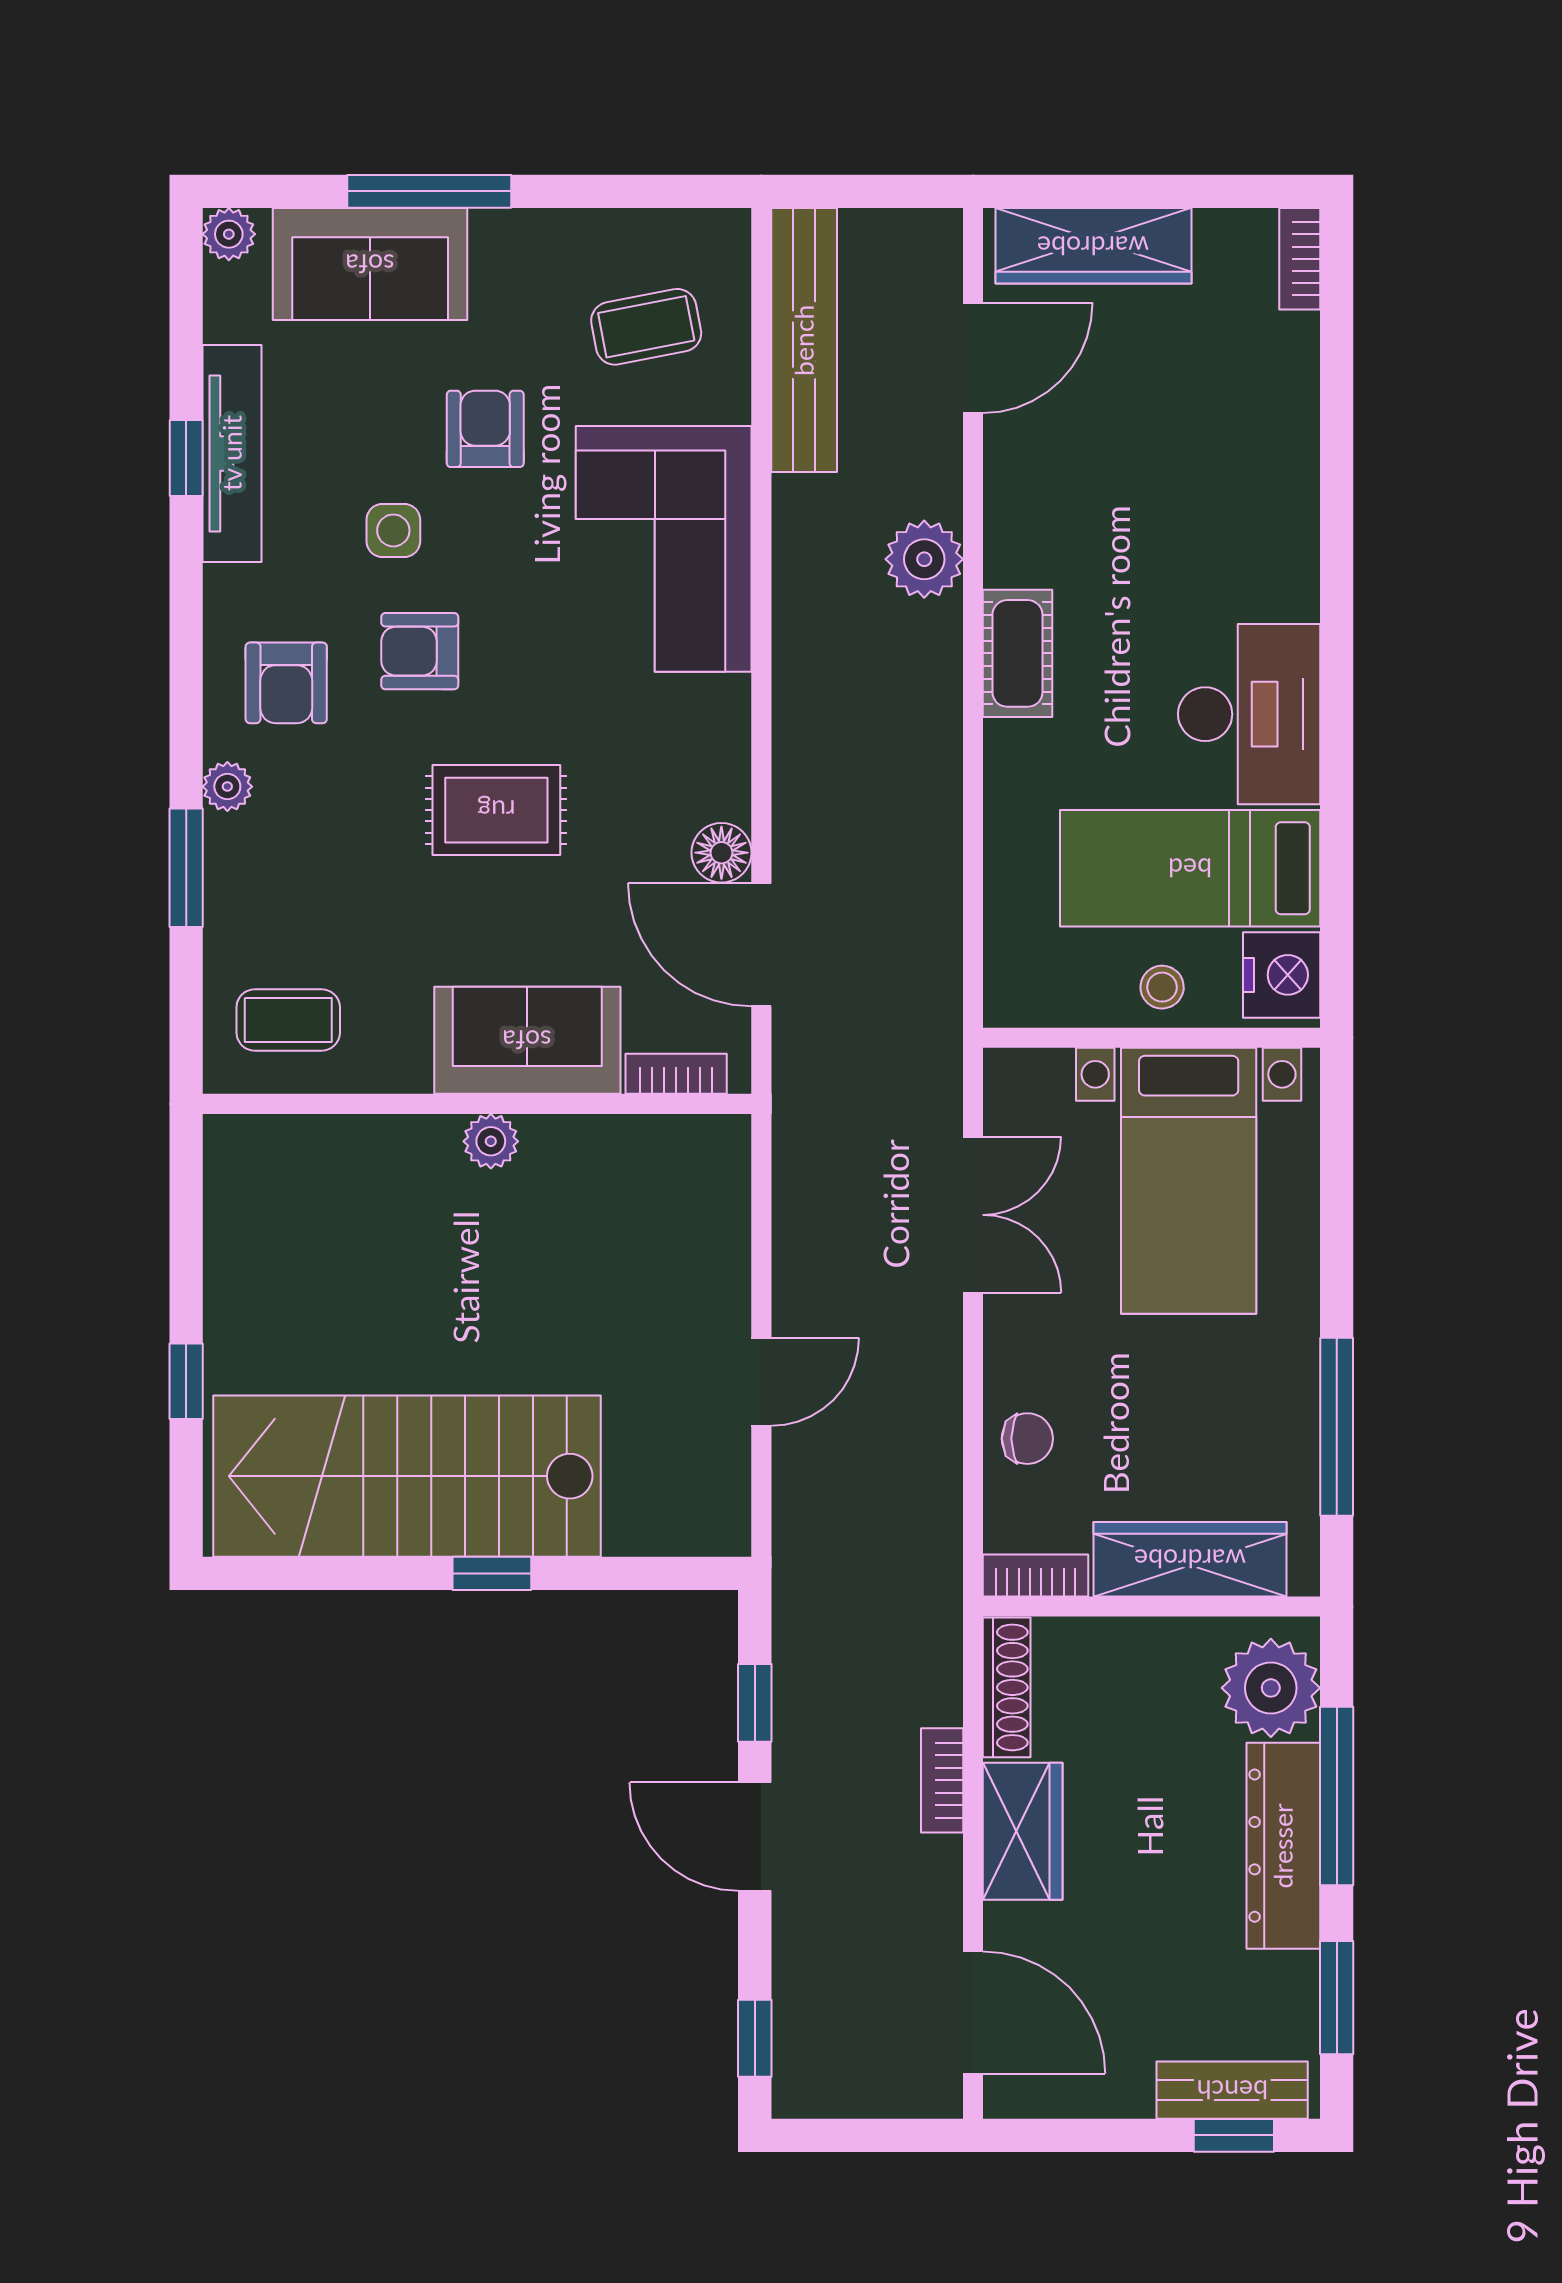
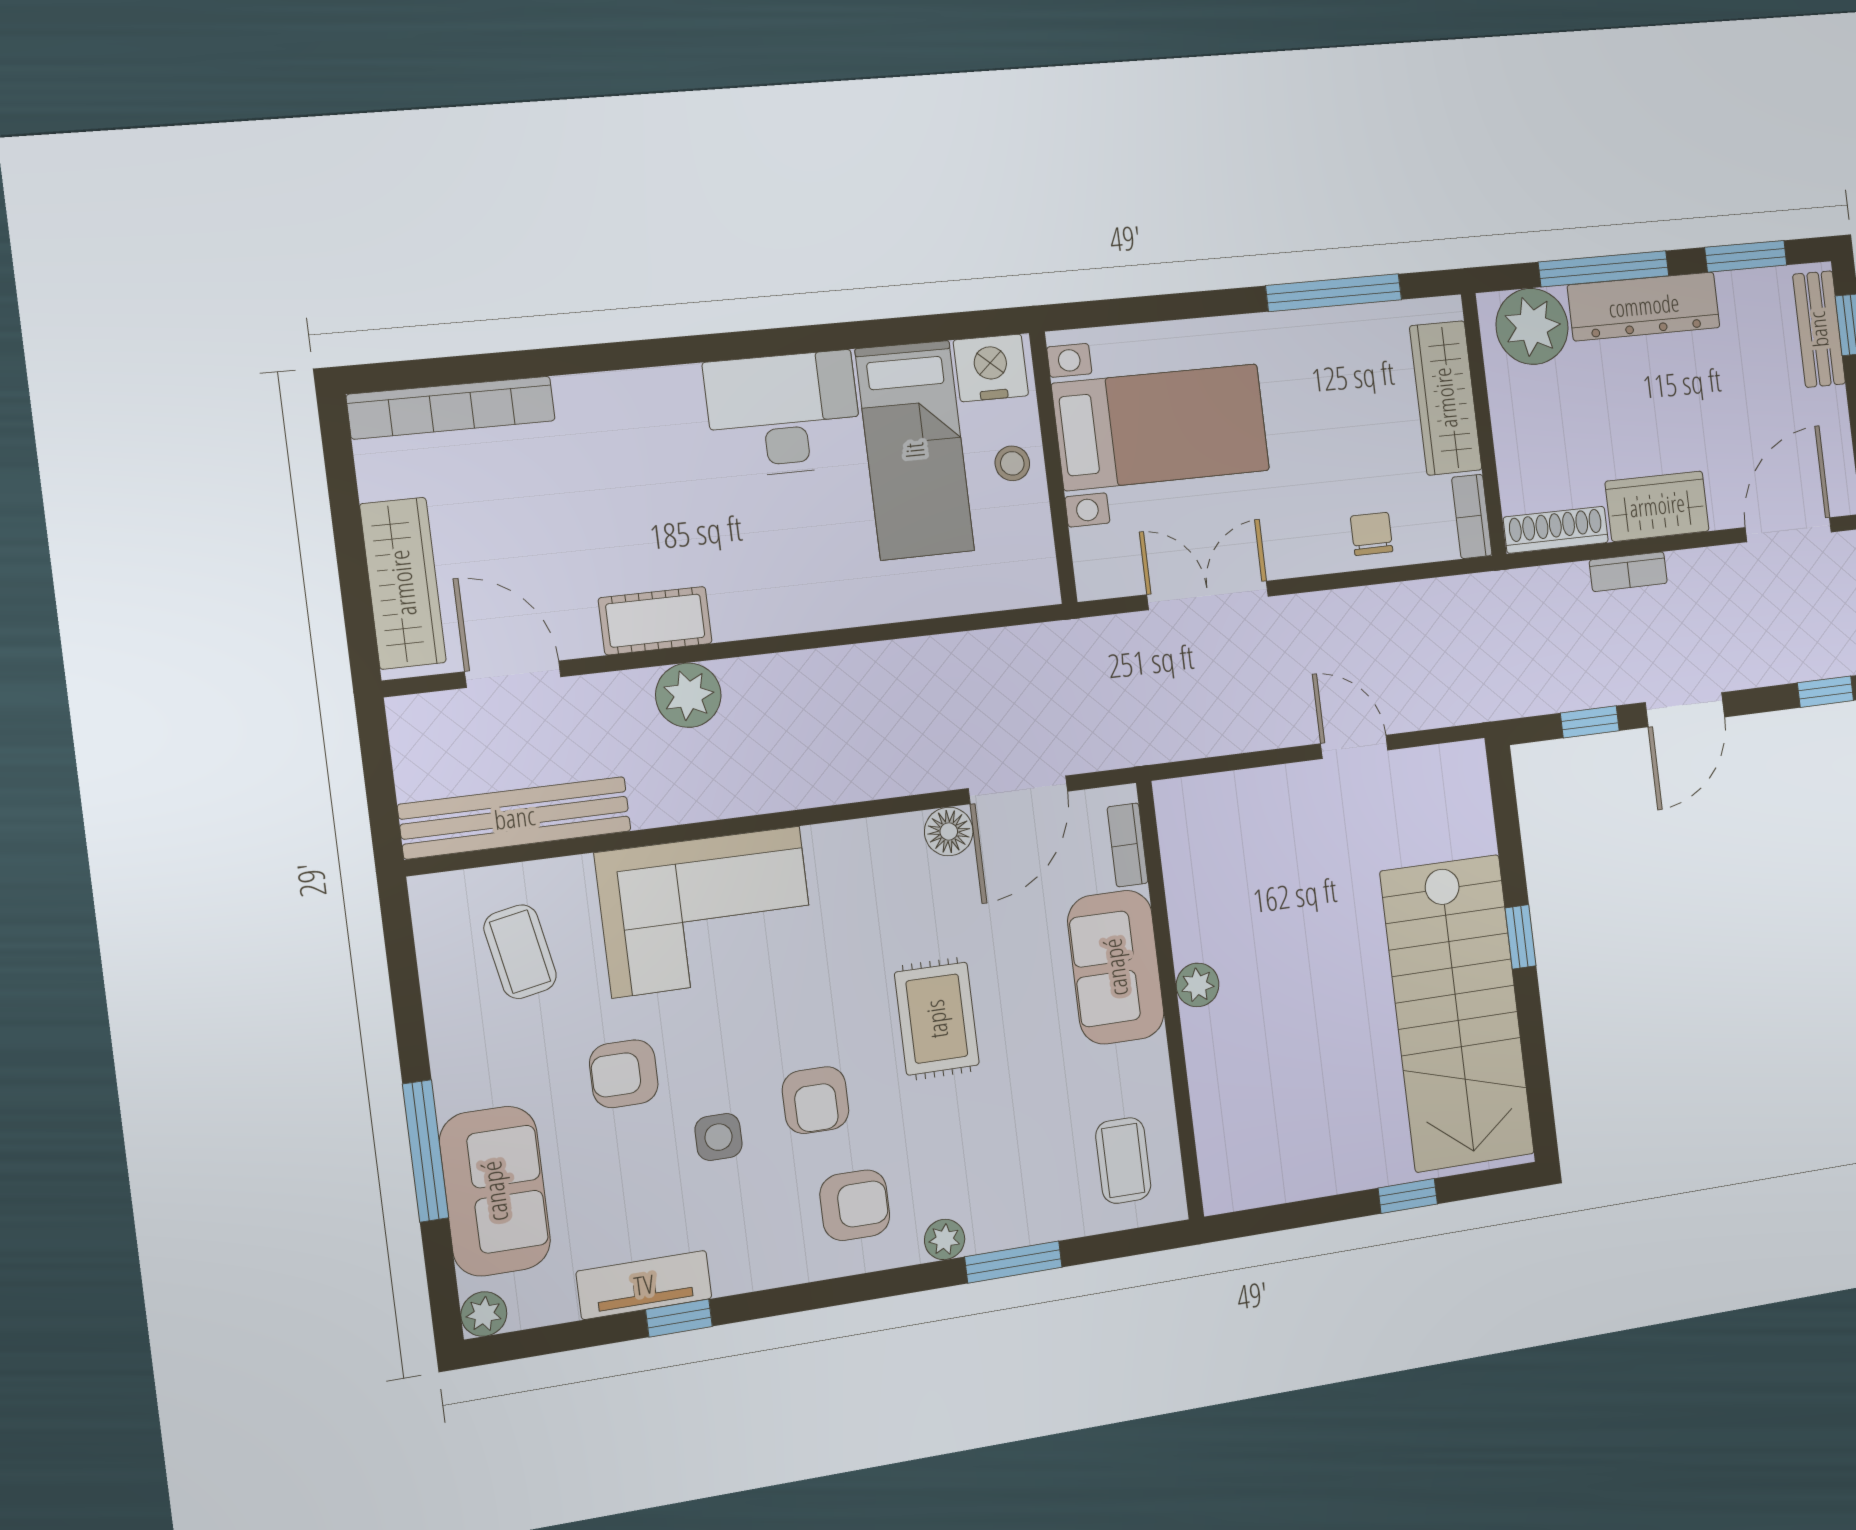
bookcase: (1300, 259) -> (451, 408), width x2.31, depth x1.31
tv unit: (232, 453) -> (644, 1285), width x0.71
cot: (1017, 653) -> (655, 621), moved

